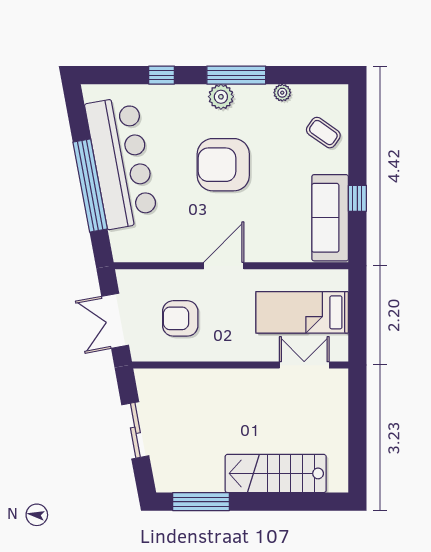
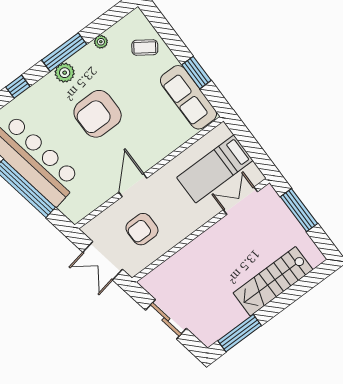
window: (357, 198) -> (196, 73), width x1.50
door: (224, 266) -> (133, 185), moved
window: (357, 420) -> (299, 210), added

